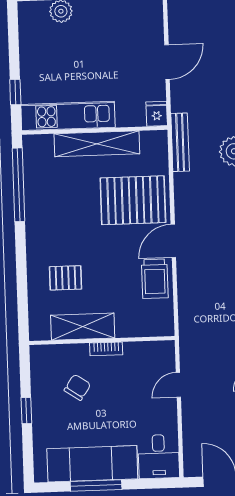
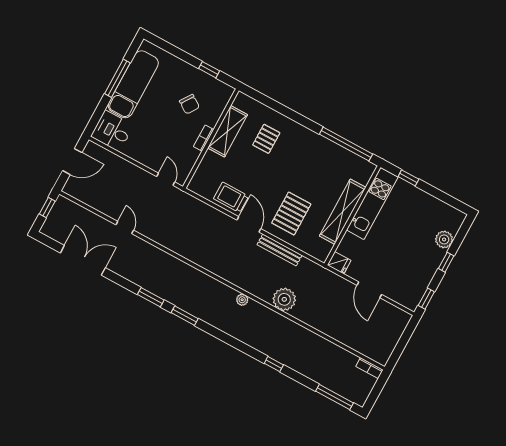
bench: (180, 142) -> (280, 250), moved
pallet: (133, 200) -> (291, 214), width x0.73, depth x0.71
door: (178, 385) -> (166, 179), moved
window: (26, 411) -> (209, 70), moved

